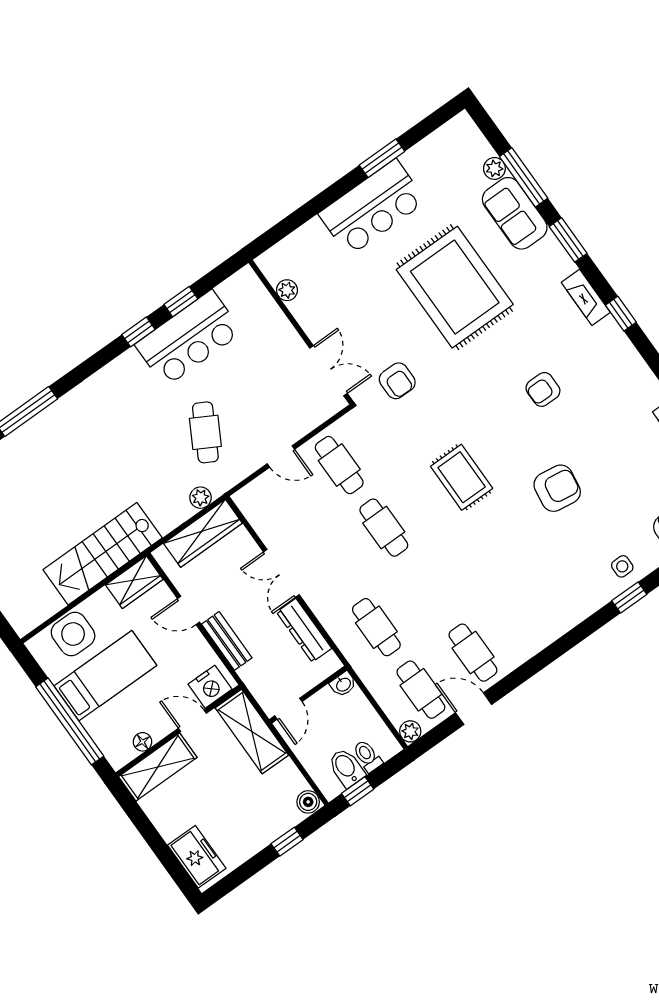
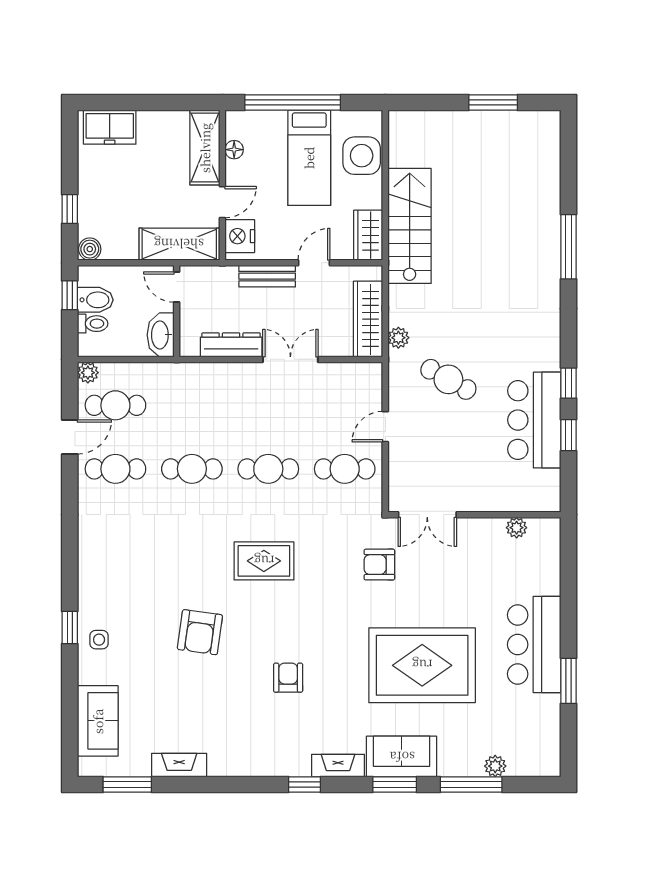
sofa: (515, 213) -> (402, 757), moved
cafe table: (376, 627) -> (192, 469), moved
washbasin: (343, 684) -> (161, 335), width x1.91, depth x1.45

